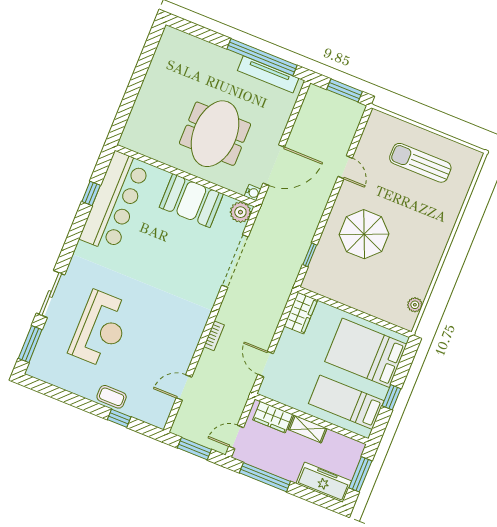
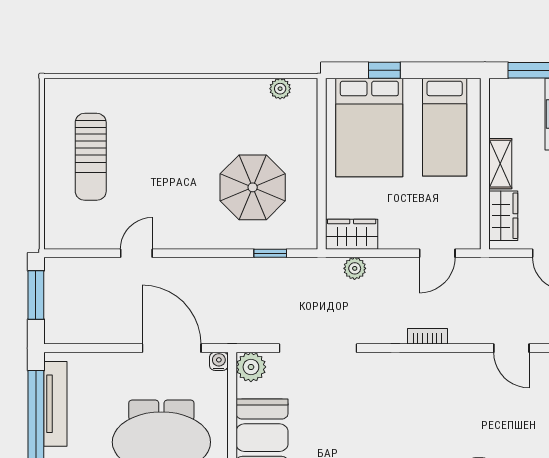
parasol: (364, 234) -> (253, 187), moved
plant: (278, 306) -> (355, 268), added
window: (391, 397) -> (384, 70), moved

